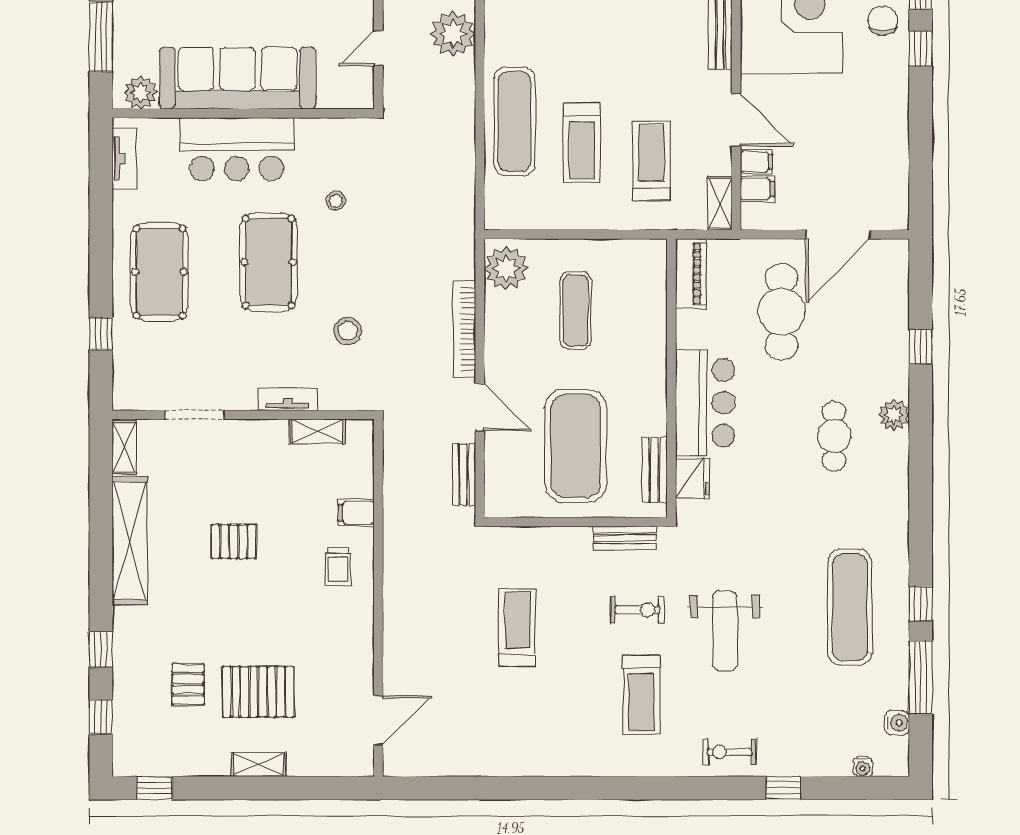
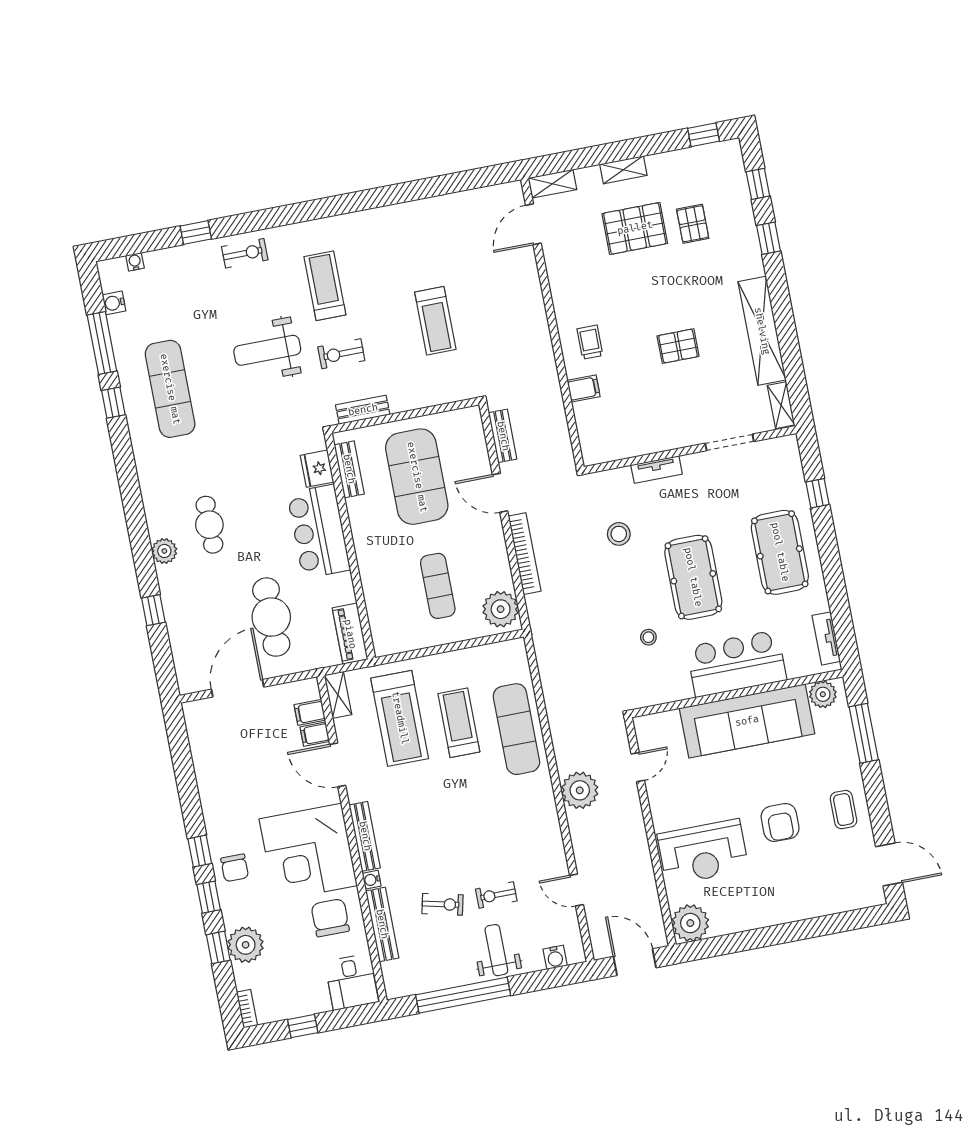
treadmill: (651, 161) -> (400, 718), width x1.37, depth x1.38
shelving: (317, 431) -> (552, 184), moved
weight bench: (725, 631) -> (267, 350), turned -90

